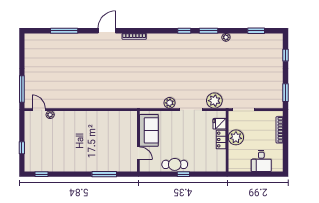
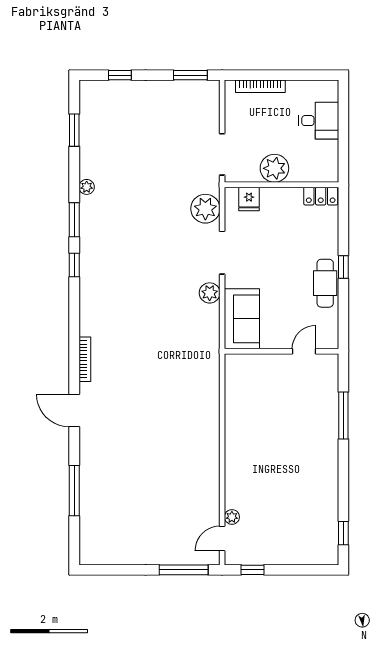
sofa: (149, 130) -> (242, 319), moved, turned 90
locker: (221, 140) -> (321, 196), moved
window: (22, 148) -> (253, 570), moved

